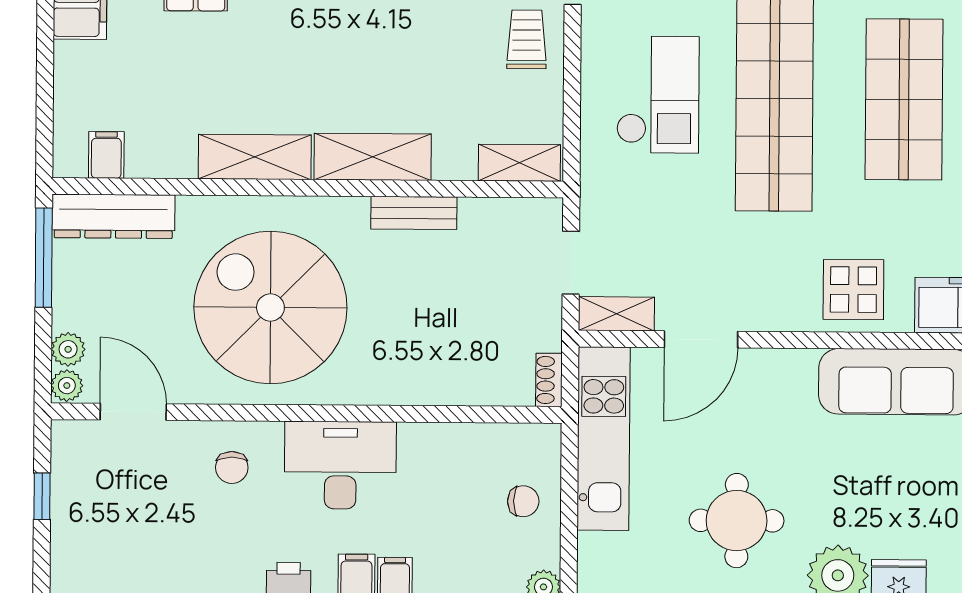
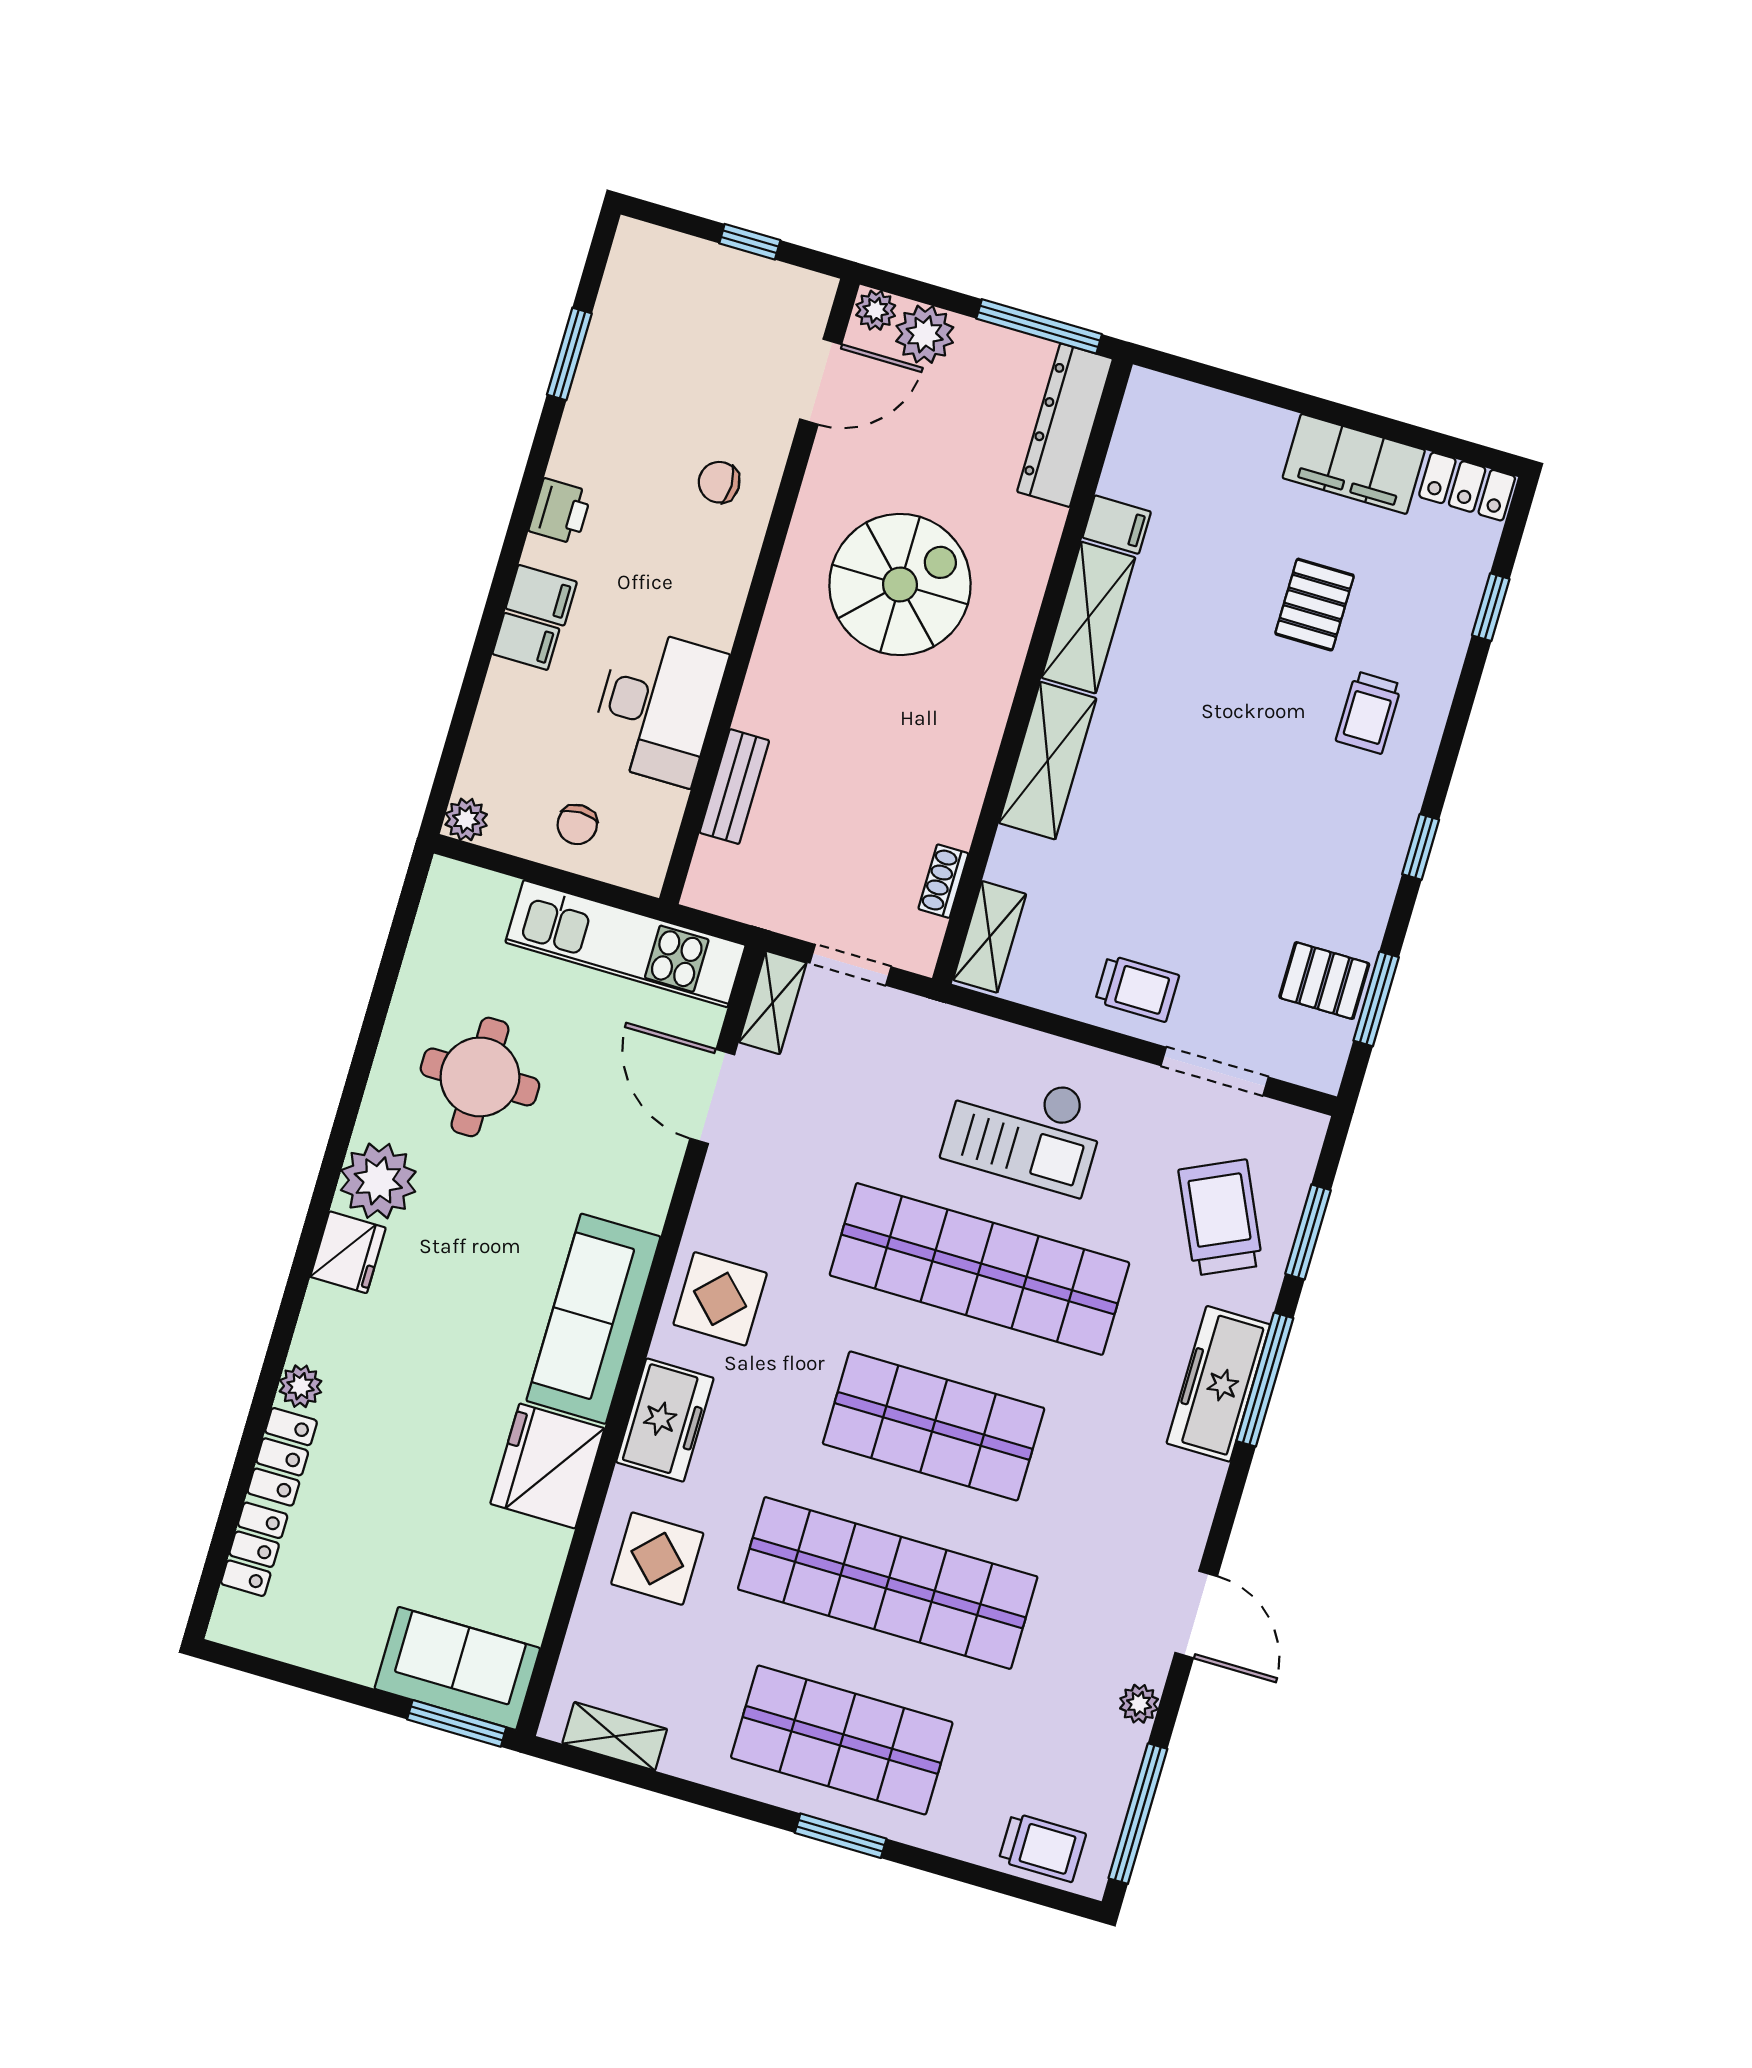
filing cabinet: (106, 155) -> (1117, 525), moved
bench: (414, 213) -> (734, 787), moved
spiral stairs: (270, 308) -> (900, 585), width x0.73, depth x0.73
plant: (68, 349) -> (925, 334), width x1.38, depth x1.38
shoe rack: (549, 380) -> (943, 881), moved, turned -90
desk: (340, 465) -> (657, 706), moved

